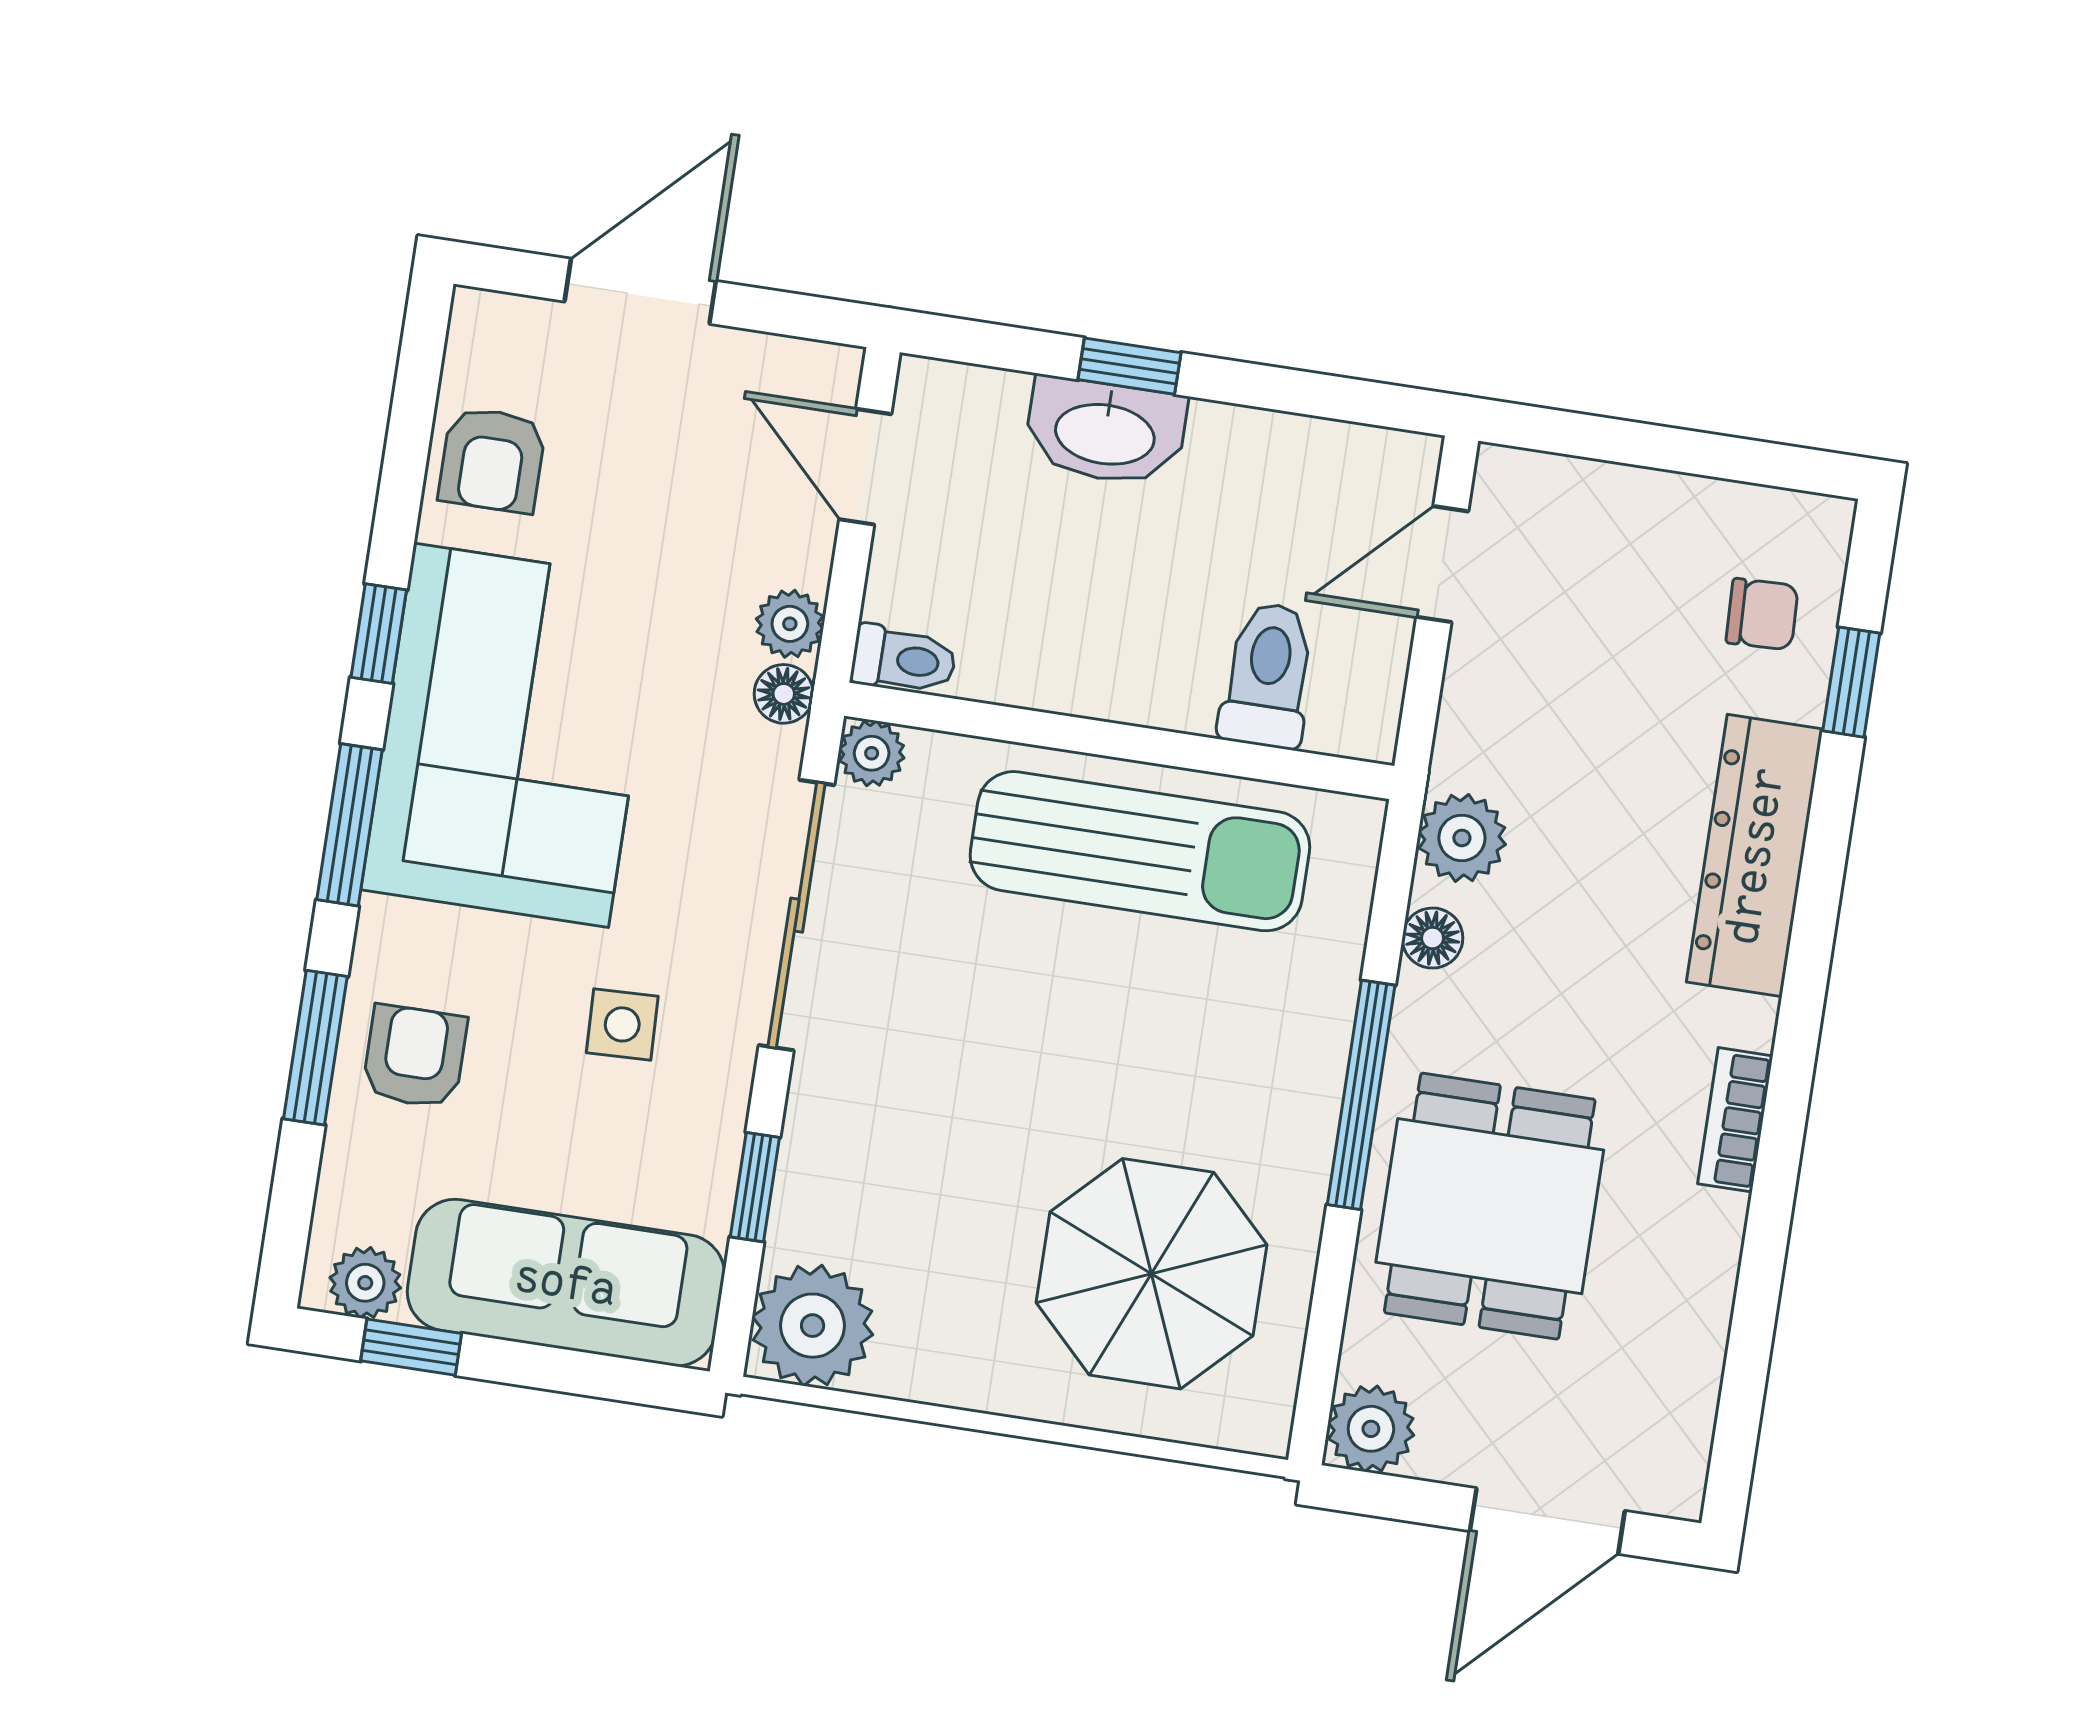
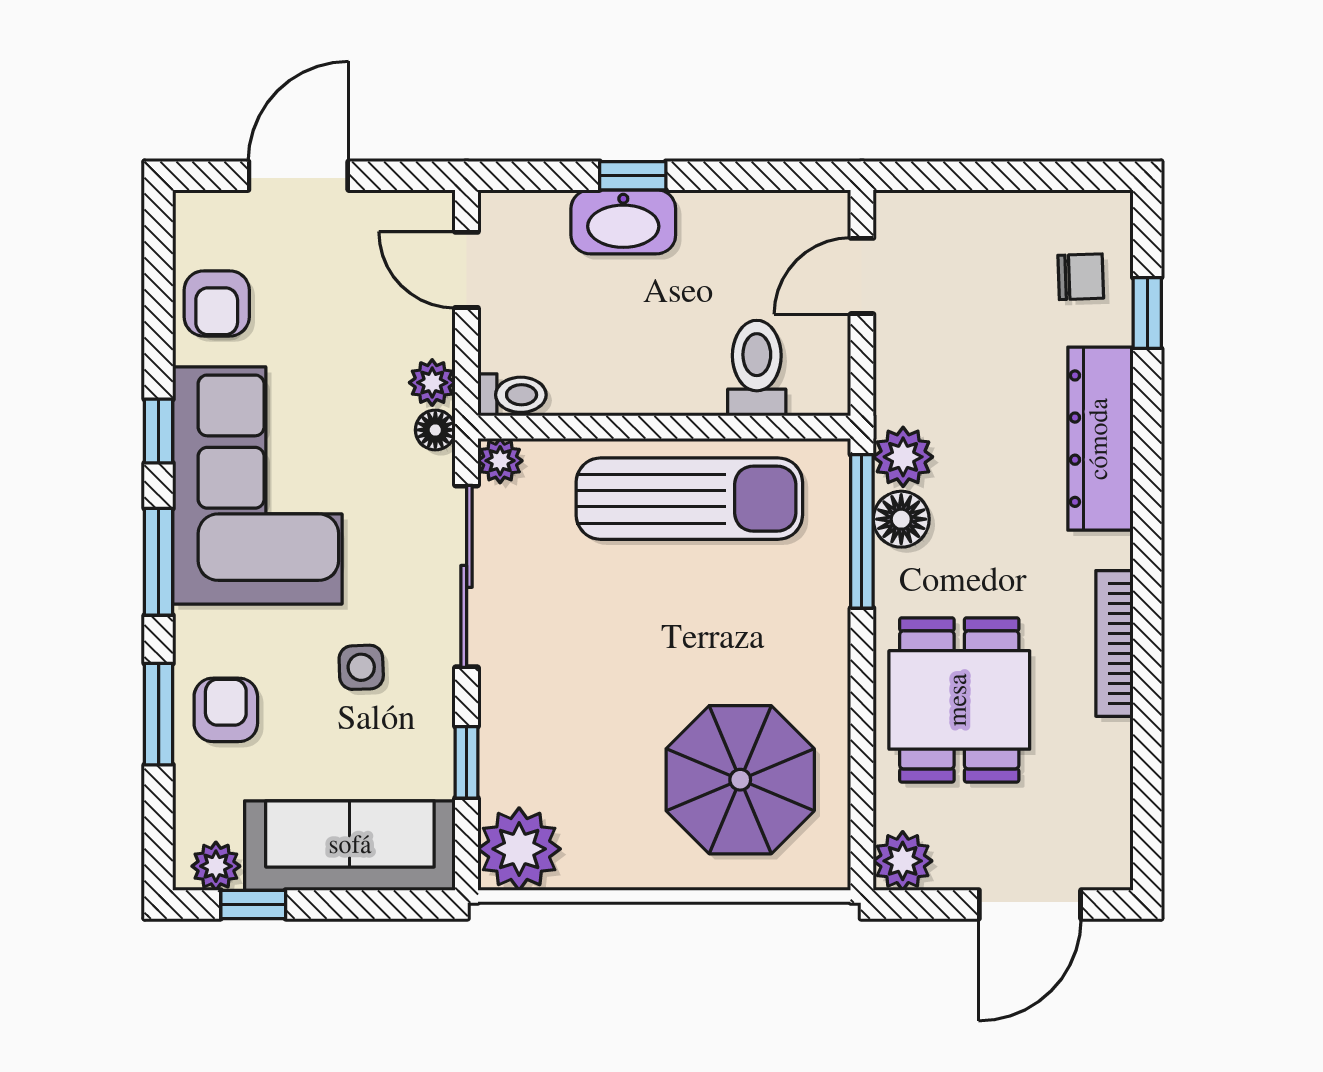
floor lamp: (1433, 938) -> (901, 519), width x1.37, depth x1.37
window: (1361, 1095) -> (862, 531), moved
bookcase: (1735, 1120) -> (1114, 643), width x1.56

